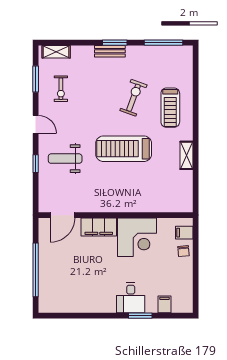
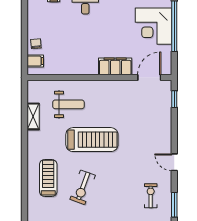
shelving: (186, 155) -> (33, 116), moved
weight bench: (65, 159) -> (68, 104), moved
window: (36, 164) -> (174, 99), moved
corner desk: (137, 237) -> (153, 26), moved, turned -90

